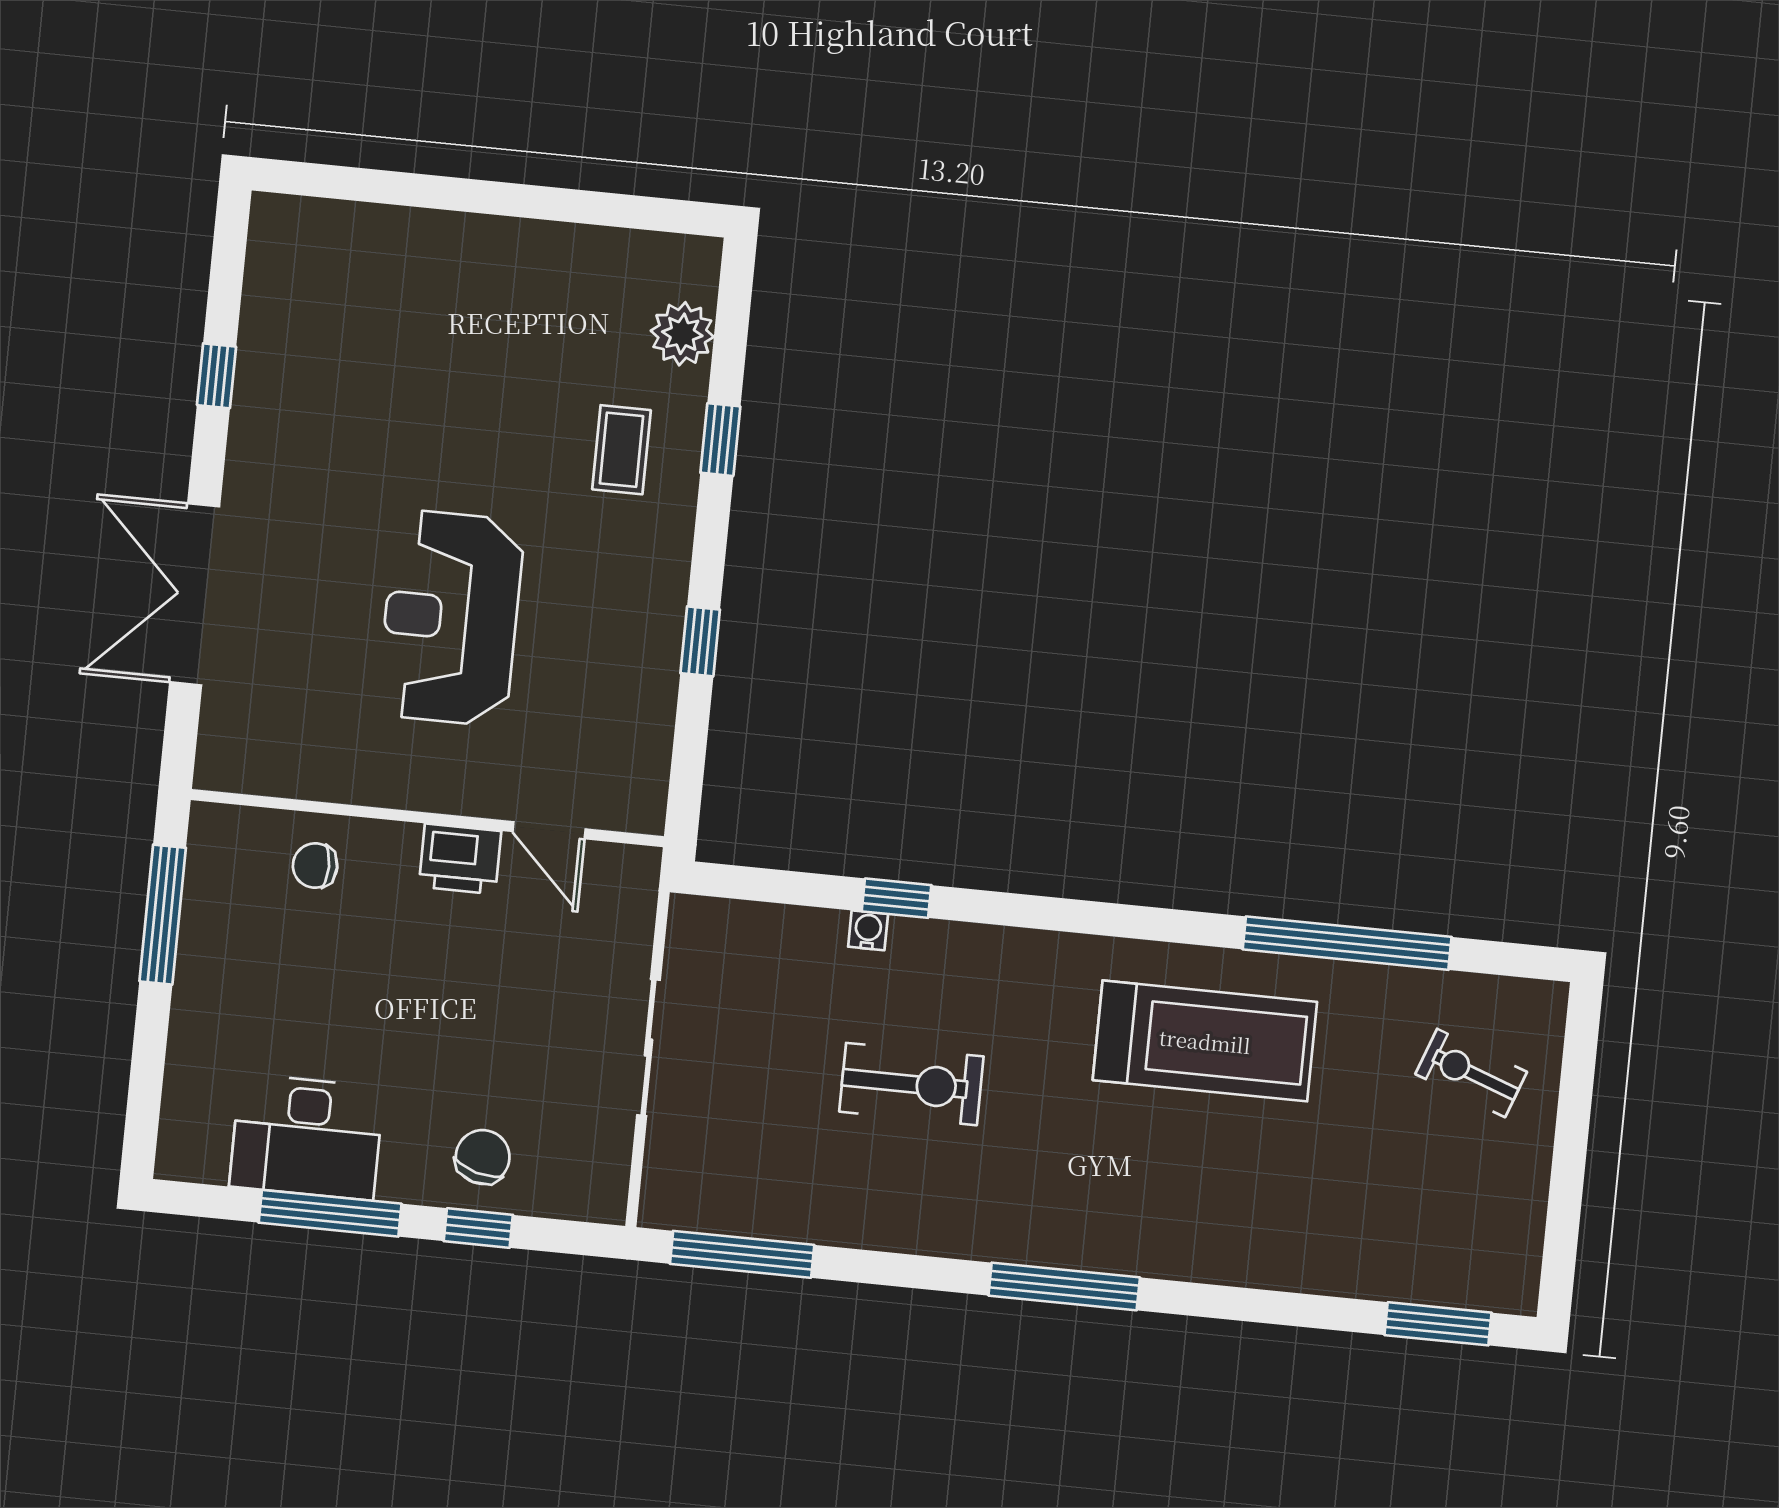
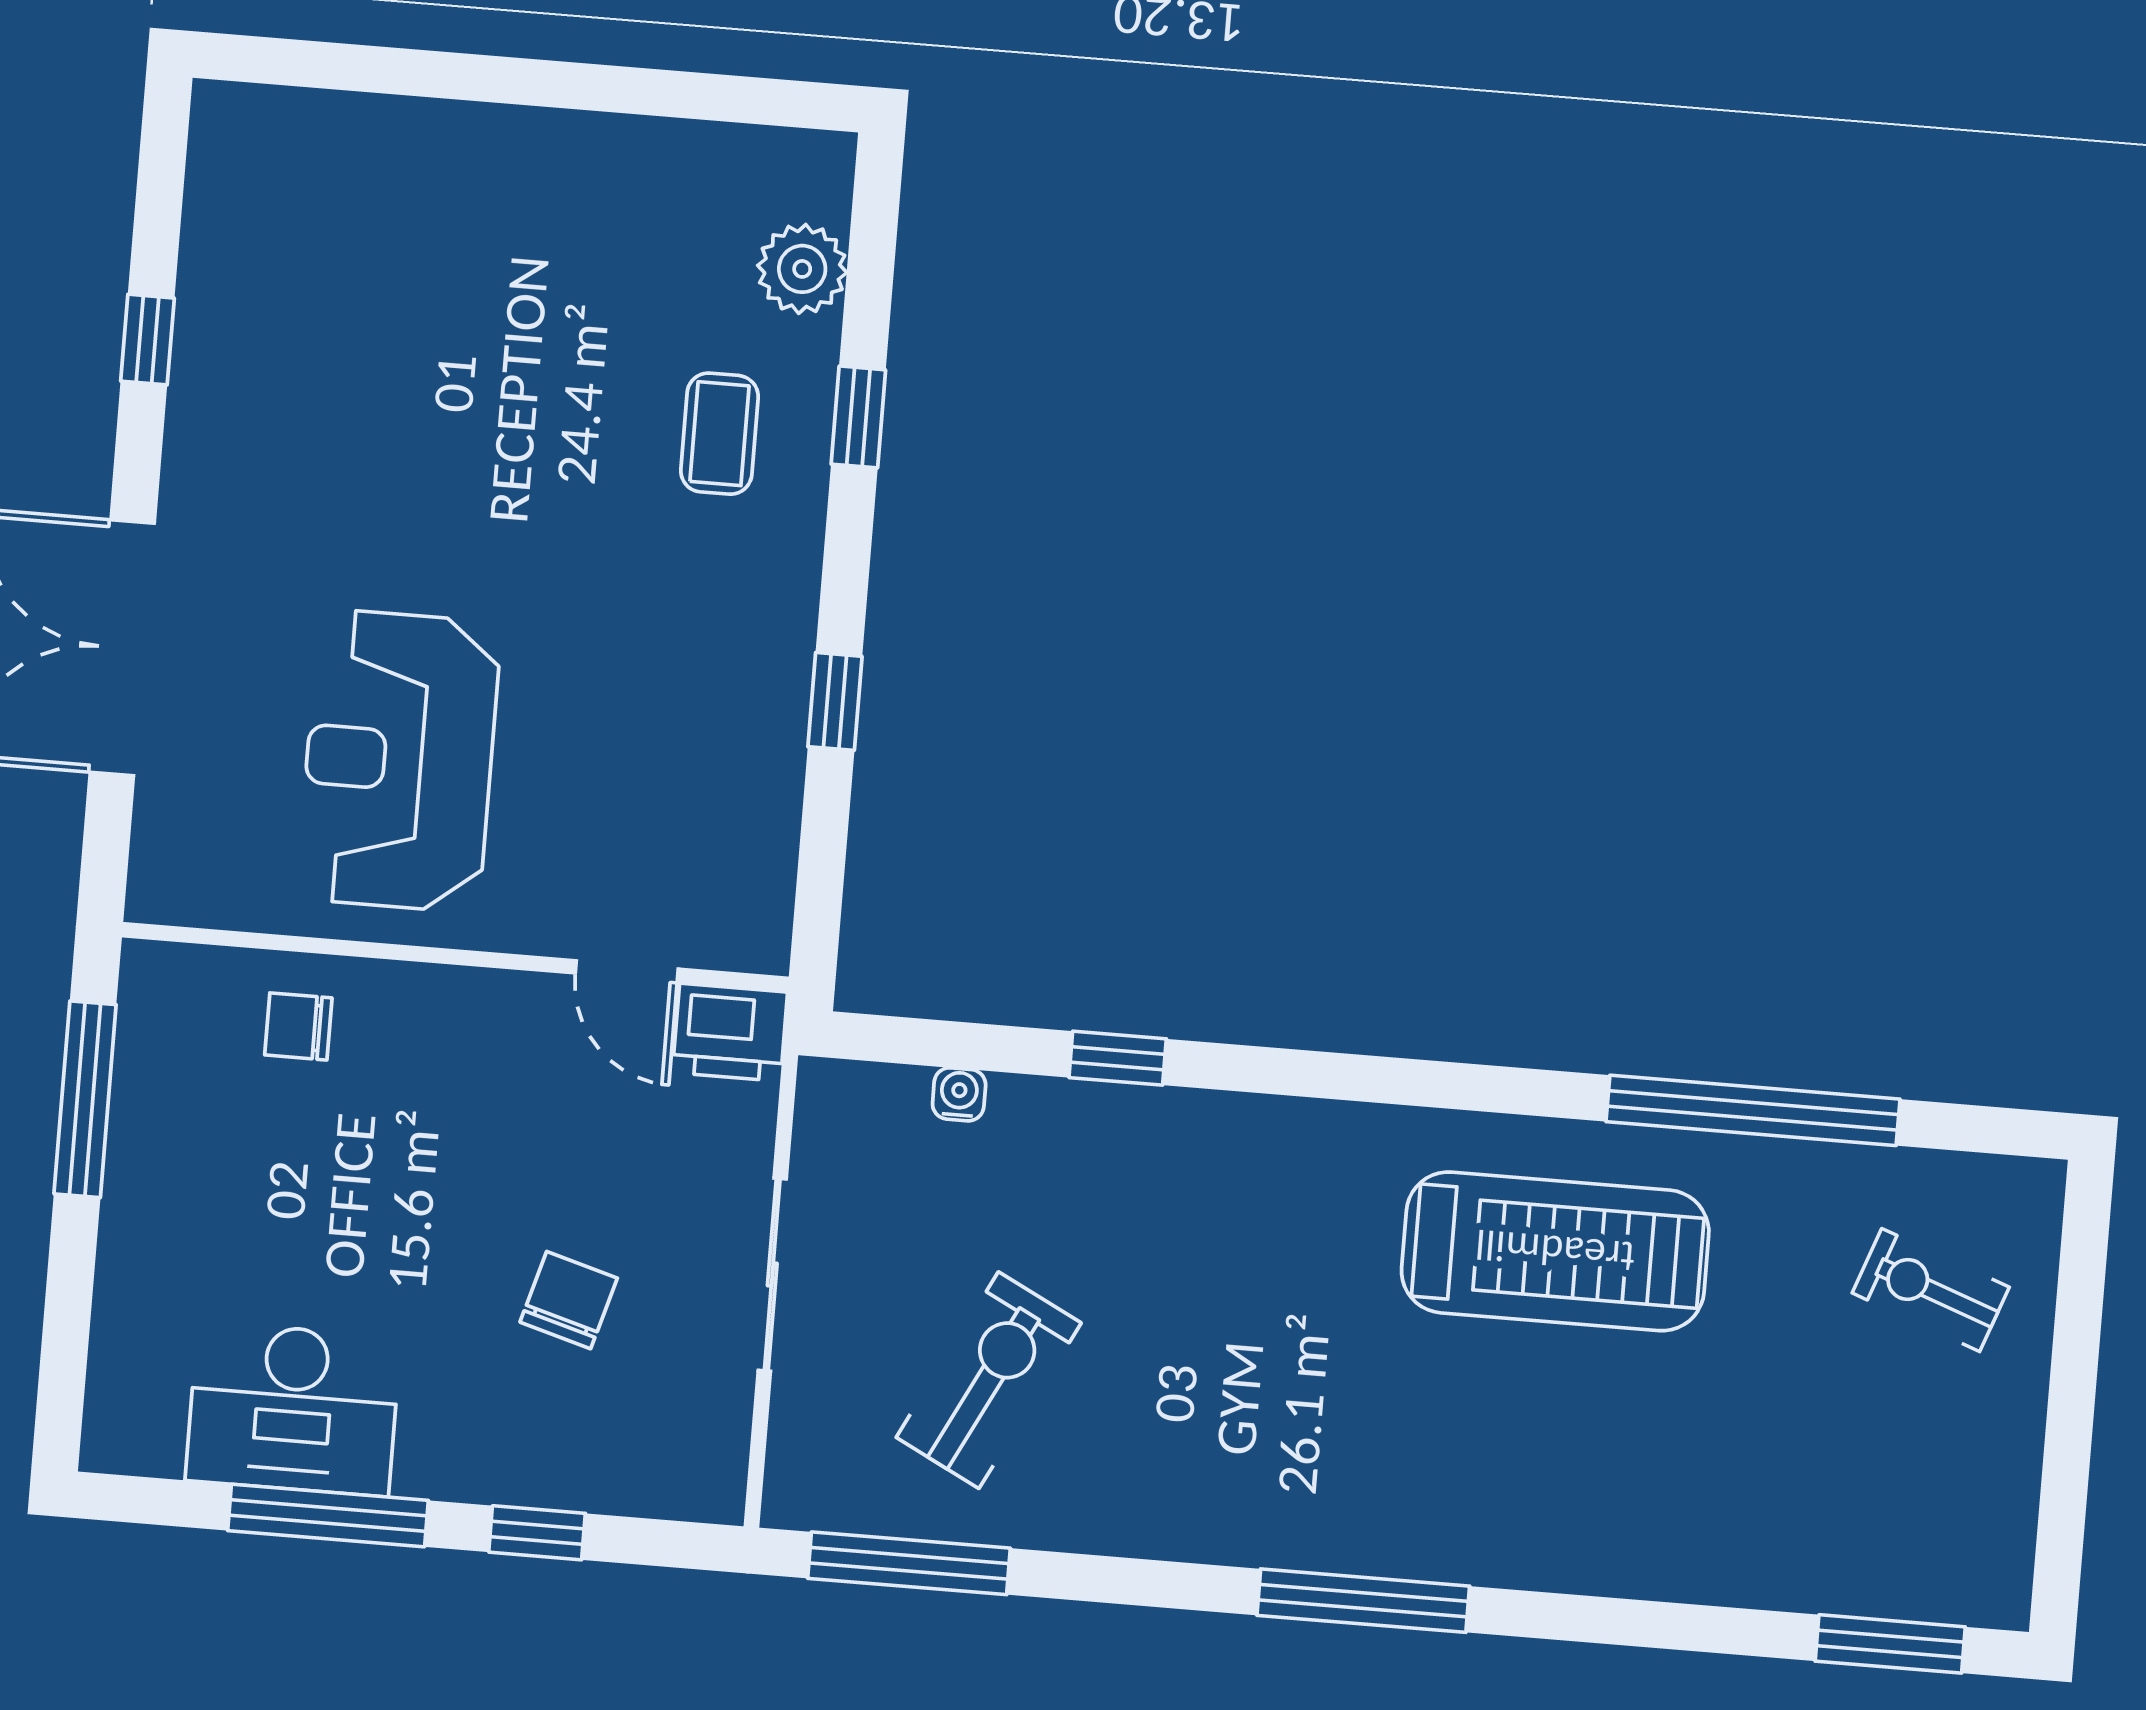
reception desk: (451, 618) -> (399, 761), moved
printer: (460, 859) -> (730, 1032), moved
water cooler: (868, 930) -> (959, 1094), moved
exercise bike: (911, 1084) -> (989, 1380), moved, turned -63
chair: (483, 1157) -> (569, 1300), moved

